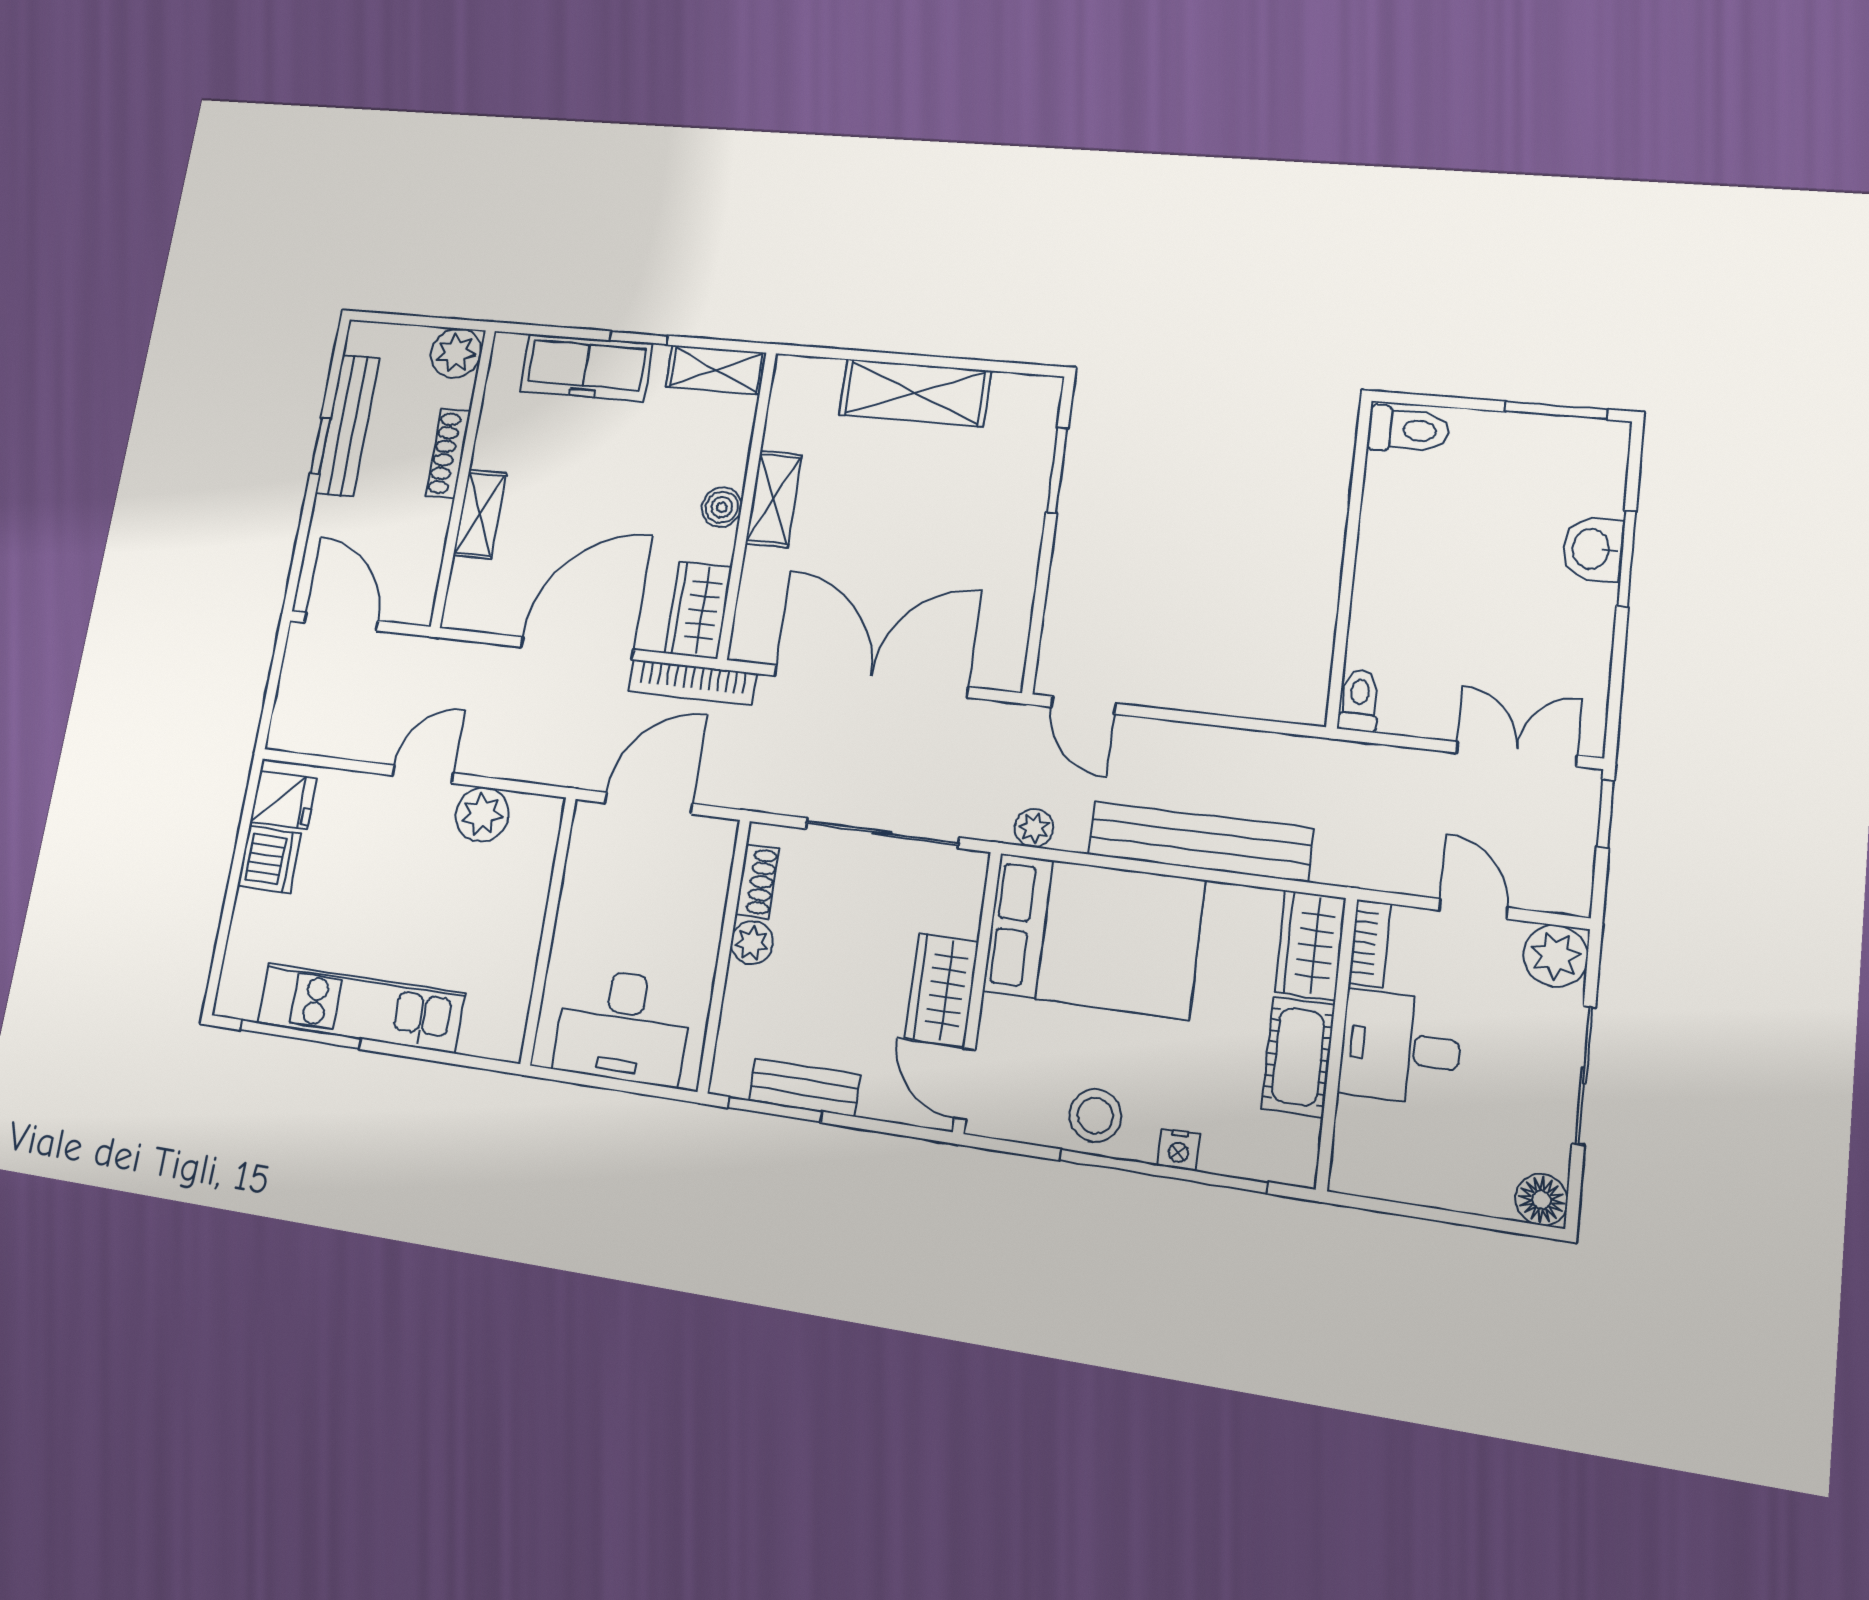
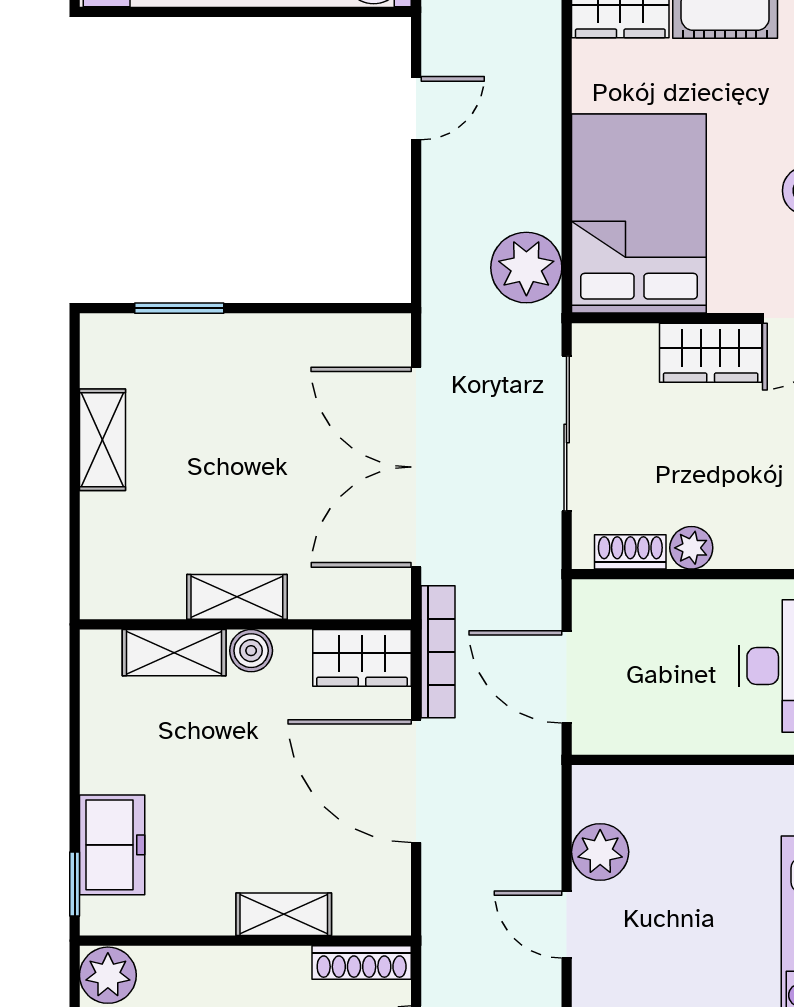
window: (639, 338) -> (75, 884), moved
freezer: (586, 367) -> (112, 845), width x0.71
shelving: (716, 370) -> (174, 653), moved, turned 90
shelving: (915, 393) -> (103, 440), width x0.67, depth x0.75
shoe rack: (448, 453) -> (362, 963), moved
door: (1083, 705) -> (416, 108), moved
plant: (1034, 828) -> (526, 268), width x1.88, depth x1.88
bench: (1200, 841) -> (536, 123), removed

